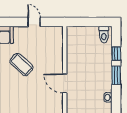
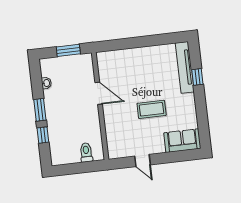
toilet: (104, 34) -> (86, 152), moved
coffee table: (21, 65) -> (152, 109), turned -43

